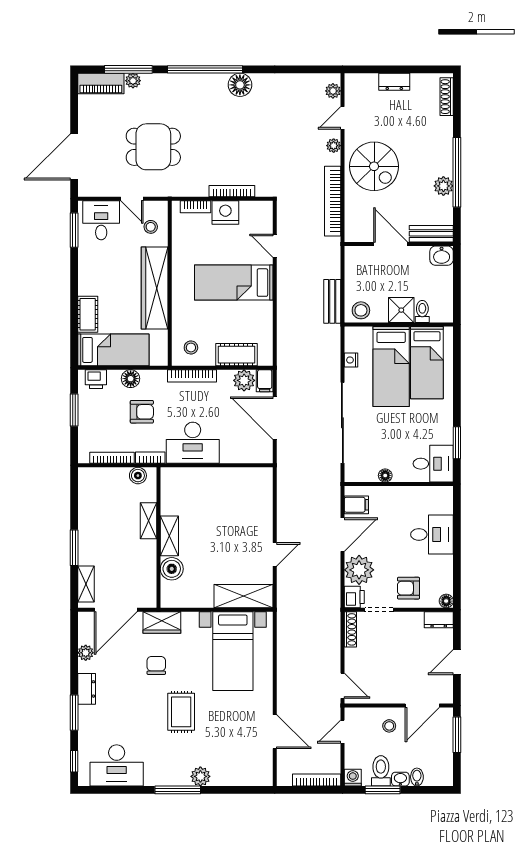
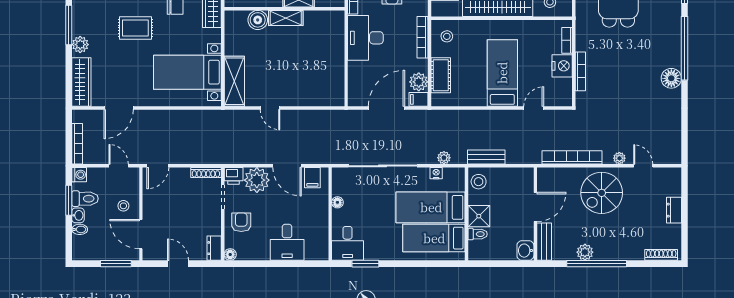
plant: (333, 91) -> (444, 158), moved
wardrobe: (244, 775) -> (81, 82), added

